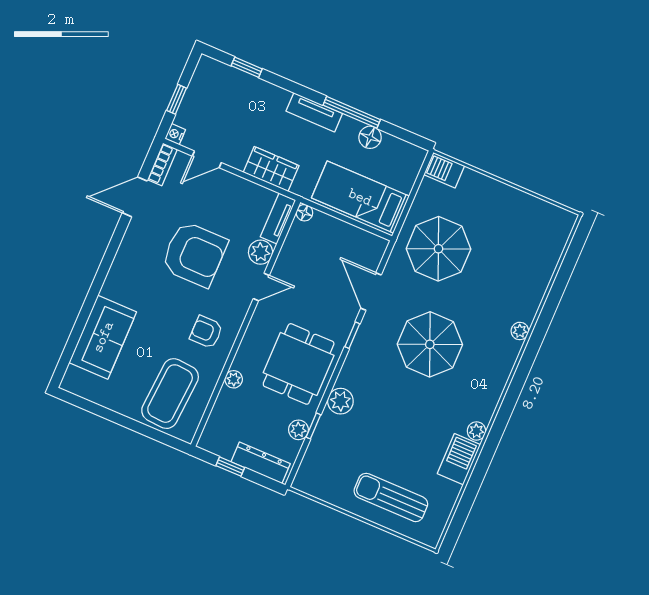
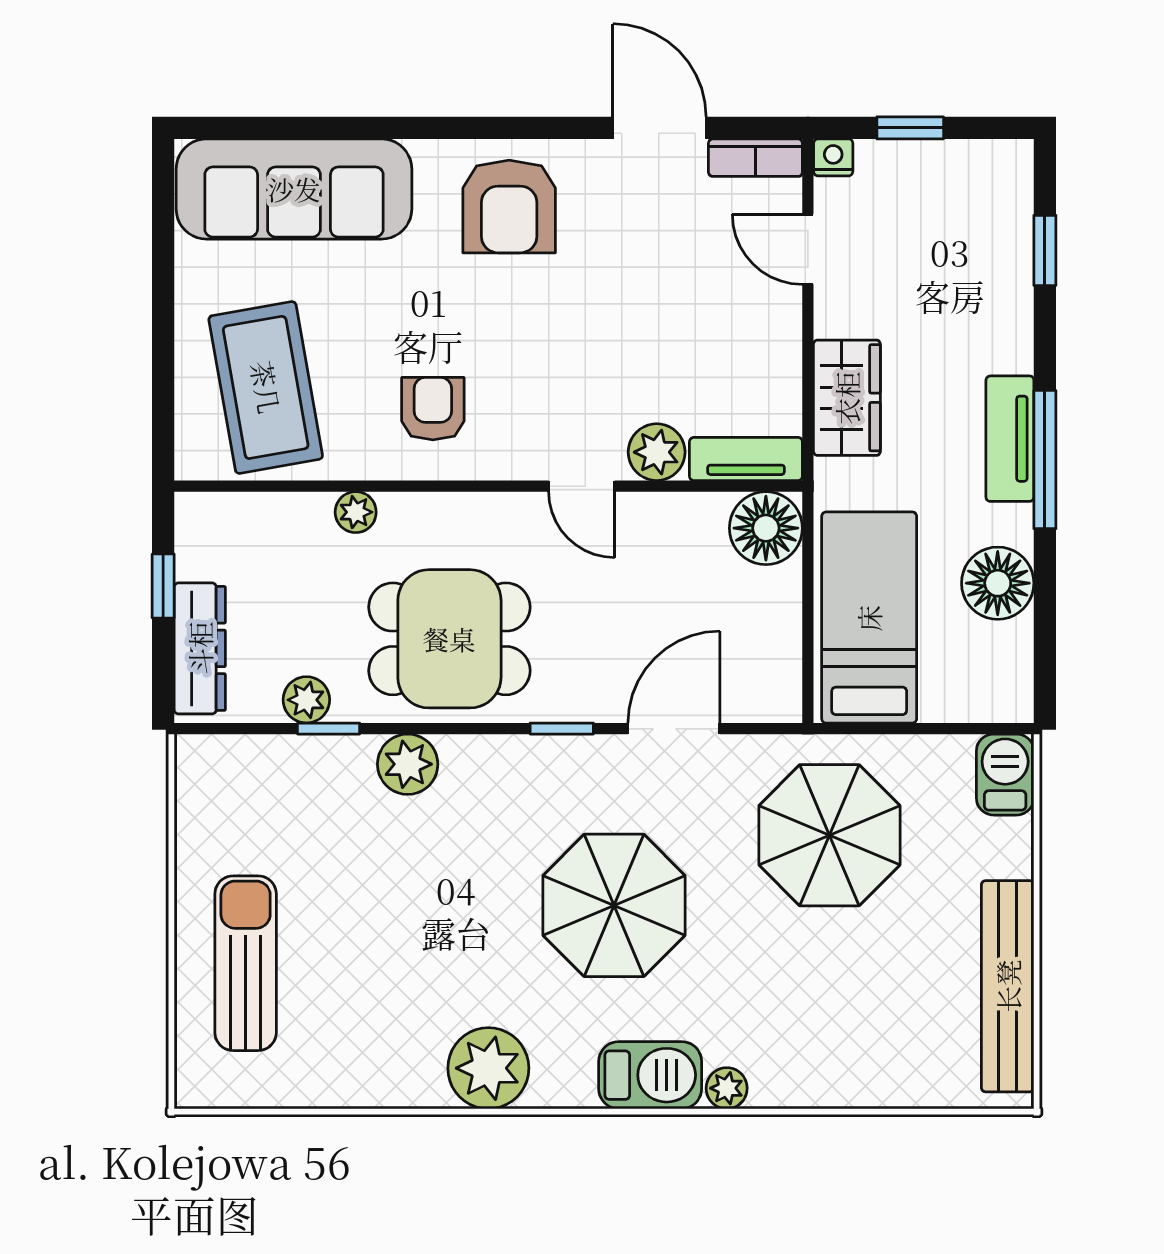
window: (352, 112) -> (1045, 460), moved
floor lamp: (370, 137) -> (998, 583), width x1.38, depth x1.38
bench: (527, 205) -> (1008, 986), added
floor lamp: (304, 213) -> (766, 528), width x1.89, depth x1.89
armchair: (194, 254) -> (509, 207), moved, width x0.73, depth x0.73
sofa: (103, 337) -> (294, 189), width x1.36
coffee table: (170, 394) -> (266, 387), turned 76
plant: (476, 431) -> (488, 1068), width x1.88, depth x1.88
barbecue: (459, 459) -> (650, 1075), moved

